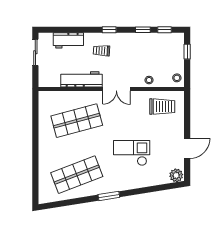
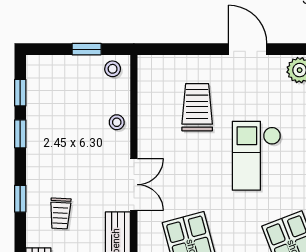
window: (187, 52) -> (87, 49), moved
trolley: (162, 107) -> (197, 107), moved

